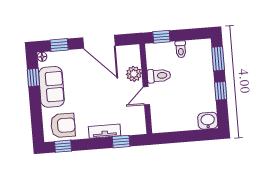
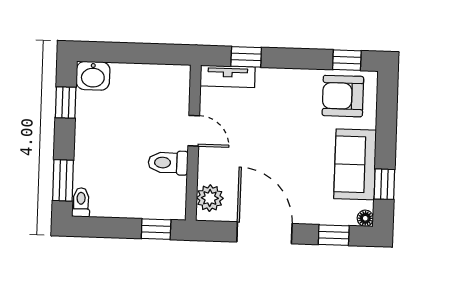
toilet: (181, 49) -> (81, 202), moved
plant: (134, 74) -> (210, 198), moved
window: (221, 91) -> (66, 103), moved
door: (146, 96) -> (194, 131), hinge flipped
tv unit: (105, 131) -> (228, 76), moved

